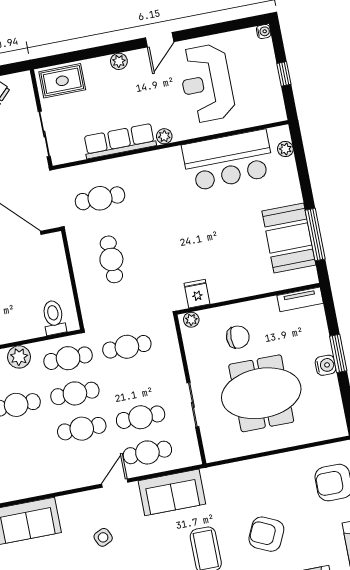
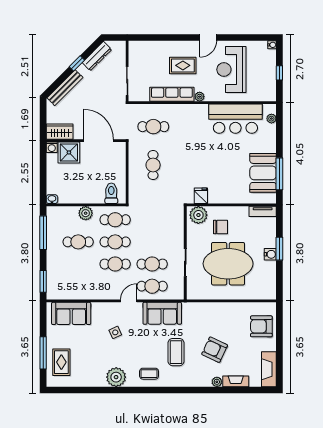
plant: (119, 61) -> (181, 46), removed
rug: (62, 81) -> (183, 65), moved
plant: (191, 320) -> (198, 215), width x1.88, depth x1.88
cafe table: (127, 347) -> (152, 220), removed

